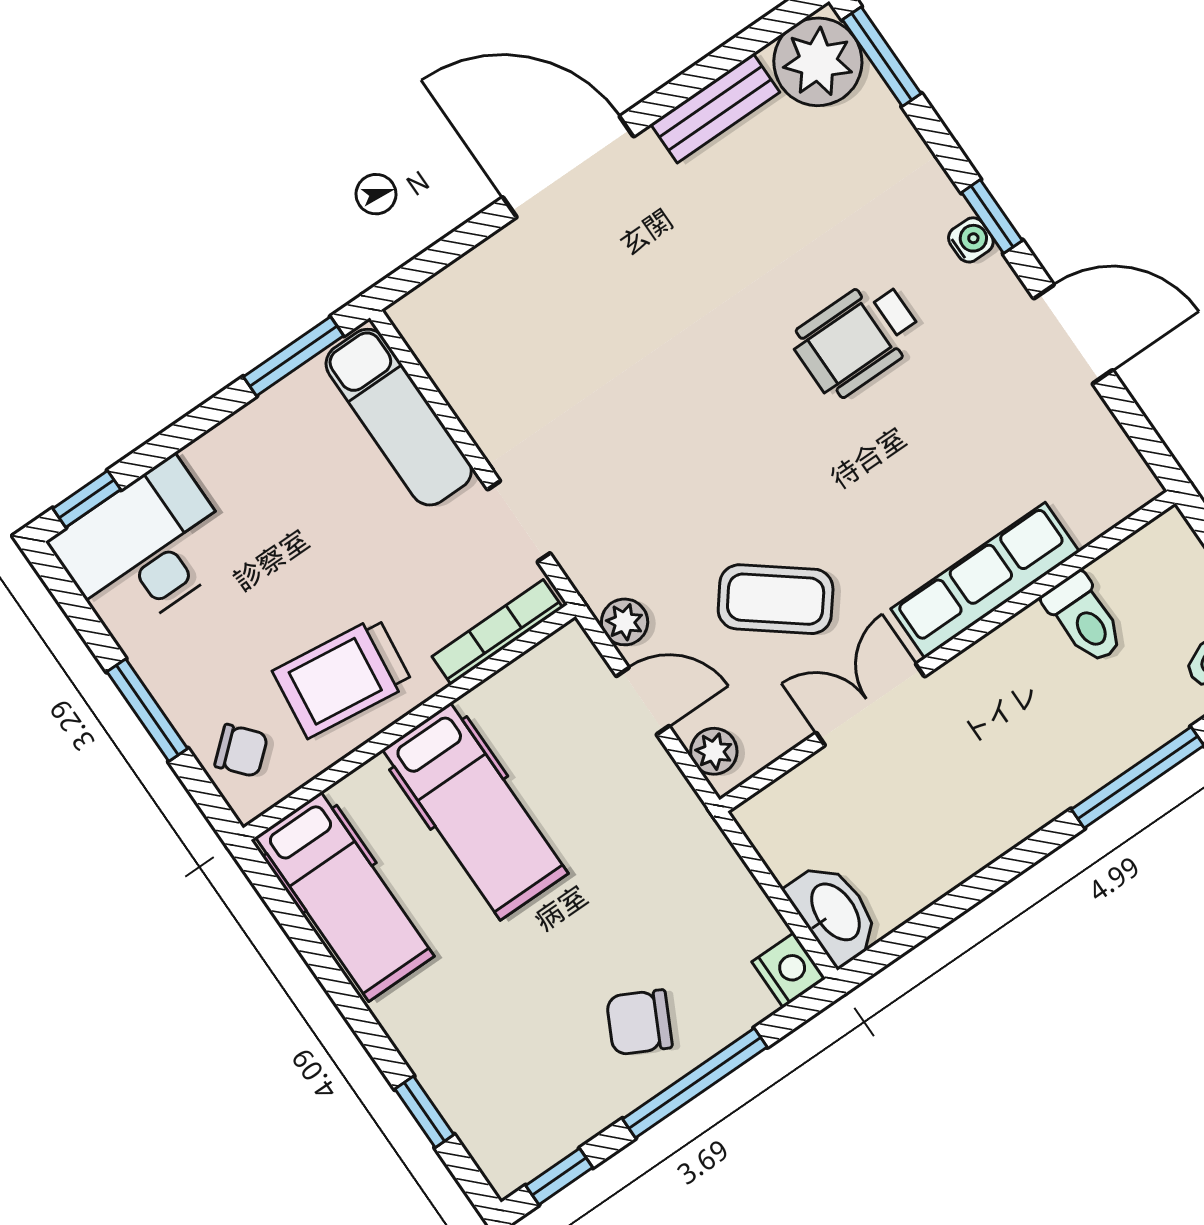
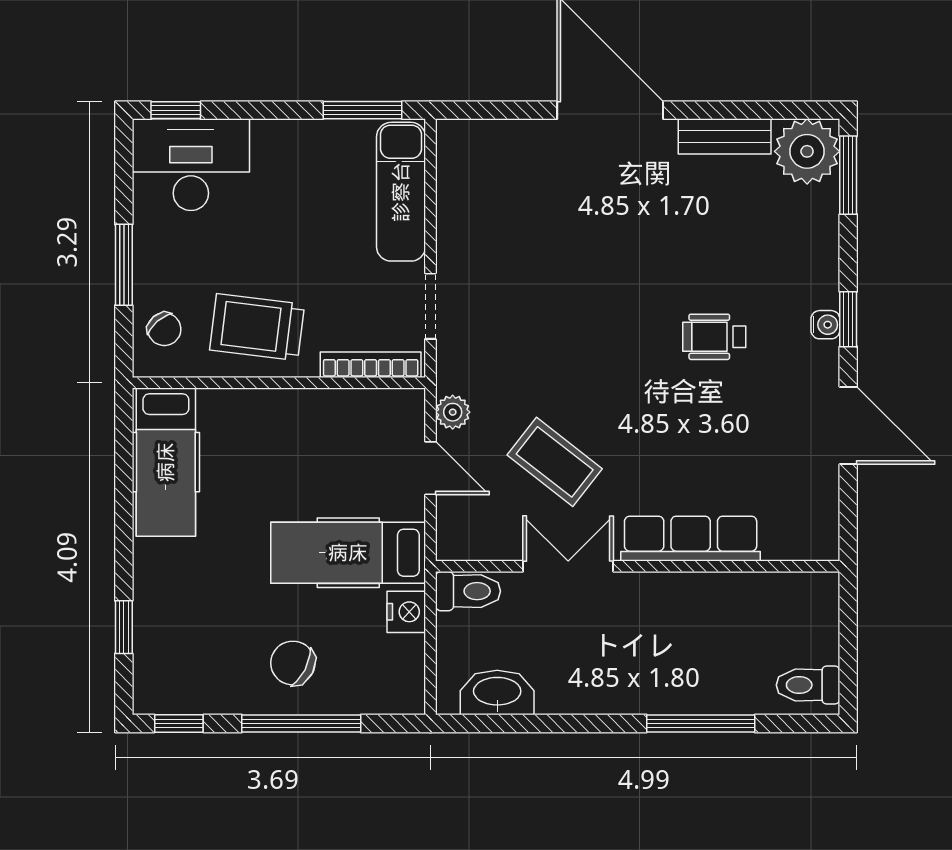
wheelchair: (857, 338) -> (714, 337), width x0.73, depth x0.73
toilet: (1084, 618) -> (468, 591), moved, turned -90
plant: (714, 751) -> (453, 529), removed
hospital bed: (475, 811) -> (348, 553), moved, turned 90
washbasin: (834, 913) -> (497, 693), moved, turned -90
nightstand: (789, 970) -> (406, 612), moved

